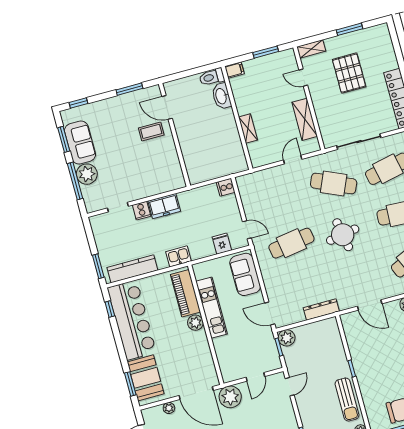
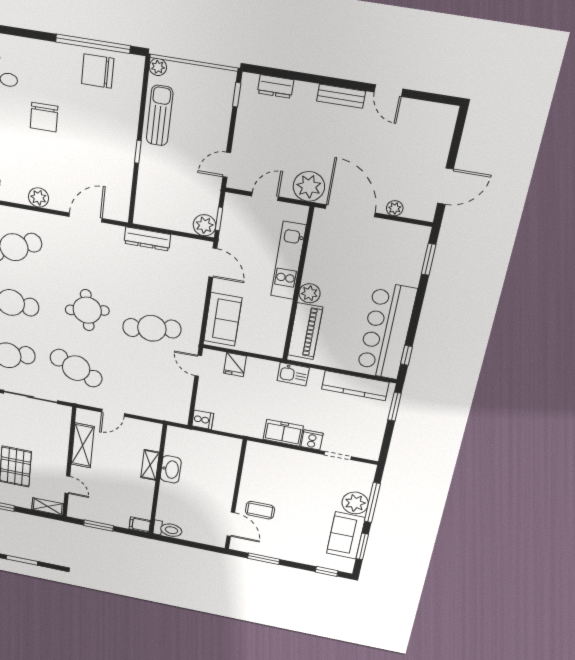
washbasin: (221, 96) -> (171, 469), moved
door: (370, 305) -> (86, 218), hinge flipped
kitchen unit: (211, 308) -> (288, 261), moved
booth: (146, 378) -> (405, 258), removed

